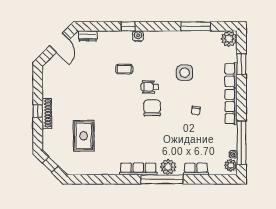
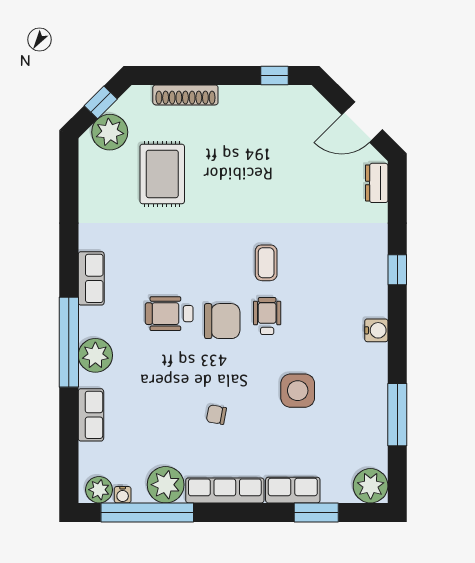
water cooler: (138, 36) -> (376, 330), moved
coffee table: (124, 69) -> (266, 263), moved
window: (38, 111) -> (274, 75), moved
shoe rack: (47, 113) -> (185, 95), moved
wheelchair: (149, 133) -> (169, 314), added
plant: (228, 134) -> (166, 485), added
rug: (84, 136) -> (162, 174), turned 90
plant: (64, 160) -> (110, 132), added
row of seats: (138, 169) -> (91, 278), width x0.68

